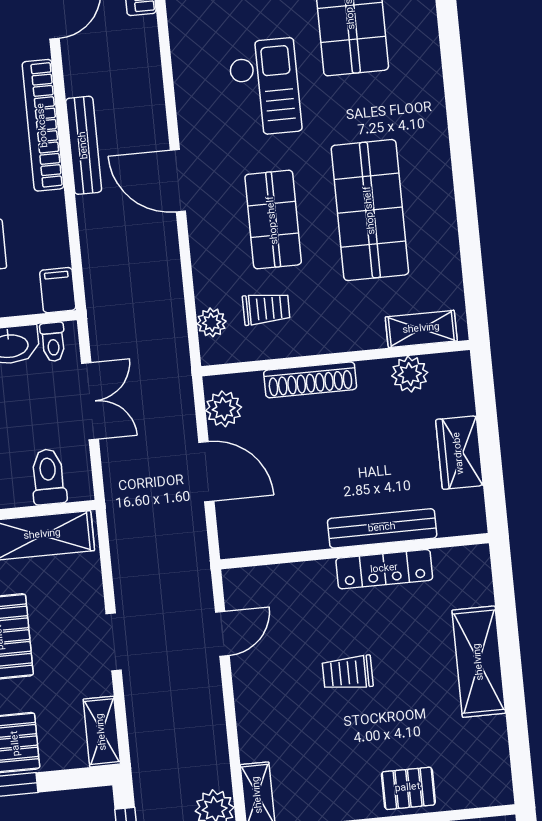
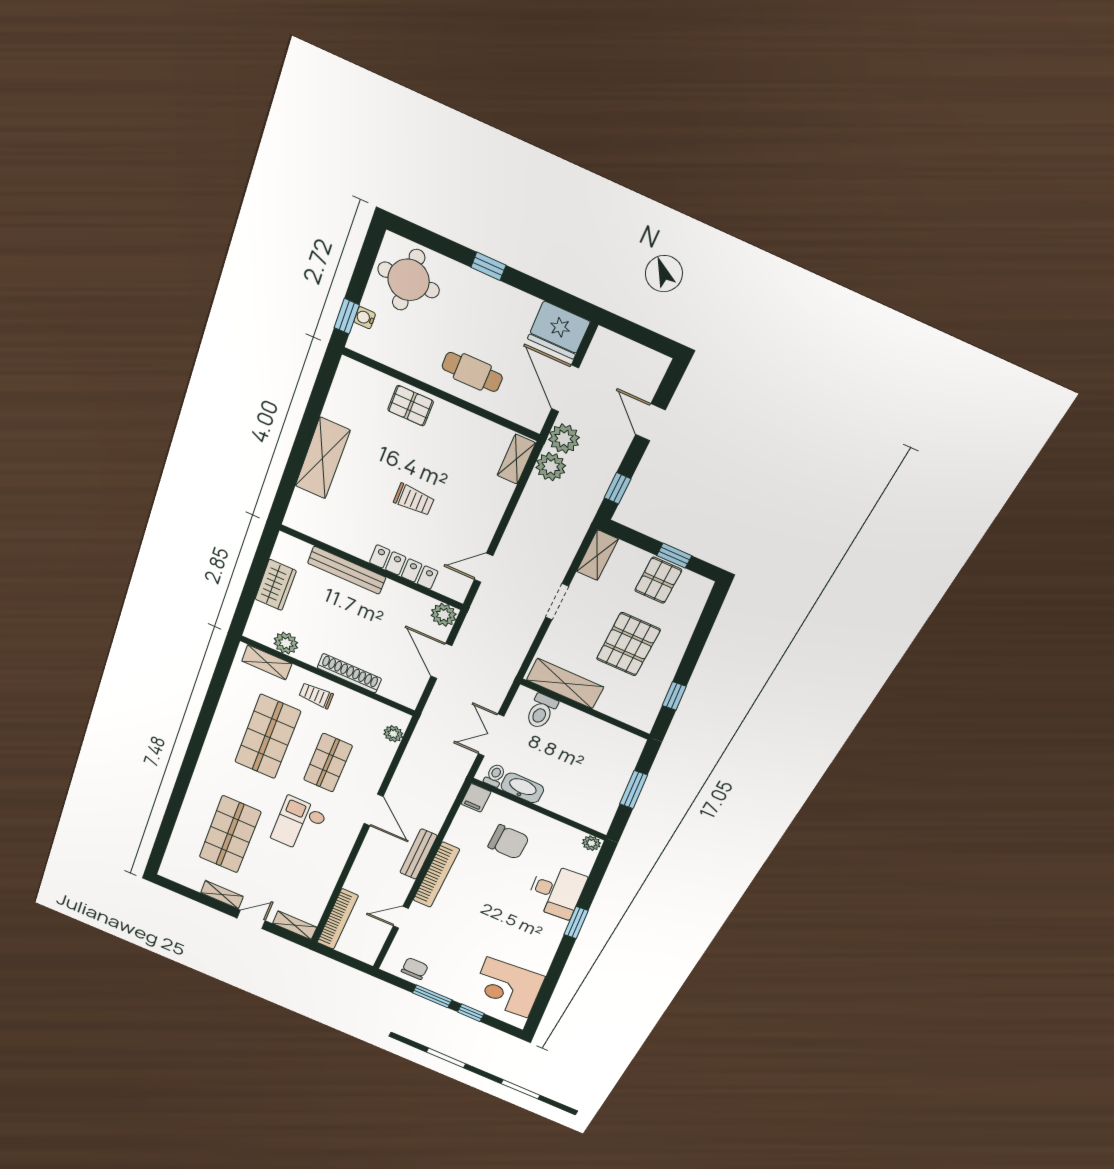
trolley: (266, 309) -> (316, 695), moved
plant: (224, 409) -> (444, 615), moved
locker: (384, 569) -> (404, 567), moved

